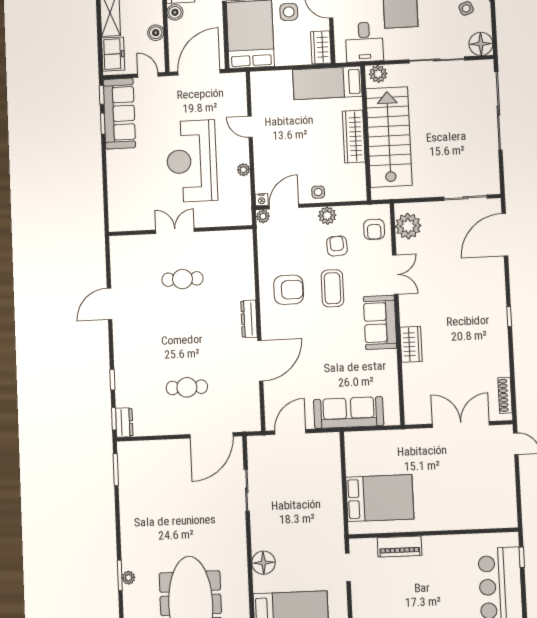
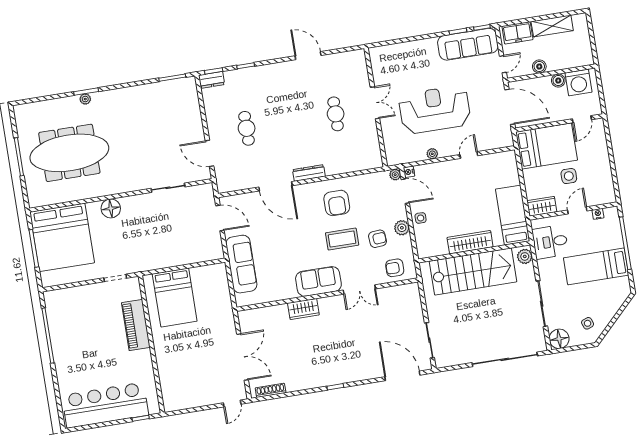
plant: (408, 226) -> (401, 296), removed
door: (211, 435) -> (209, 153), width x0.73
piano: (400, 547) -> (136, 325), width x1.37, depth x1.33

